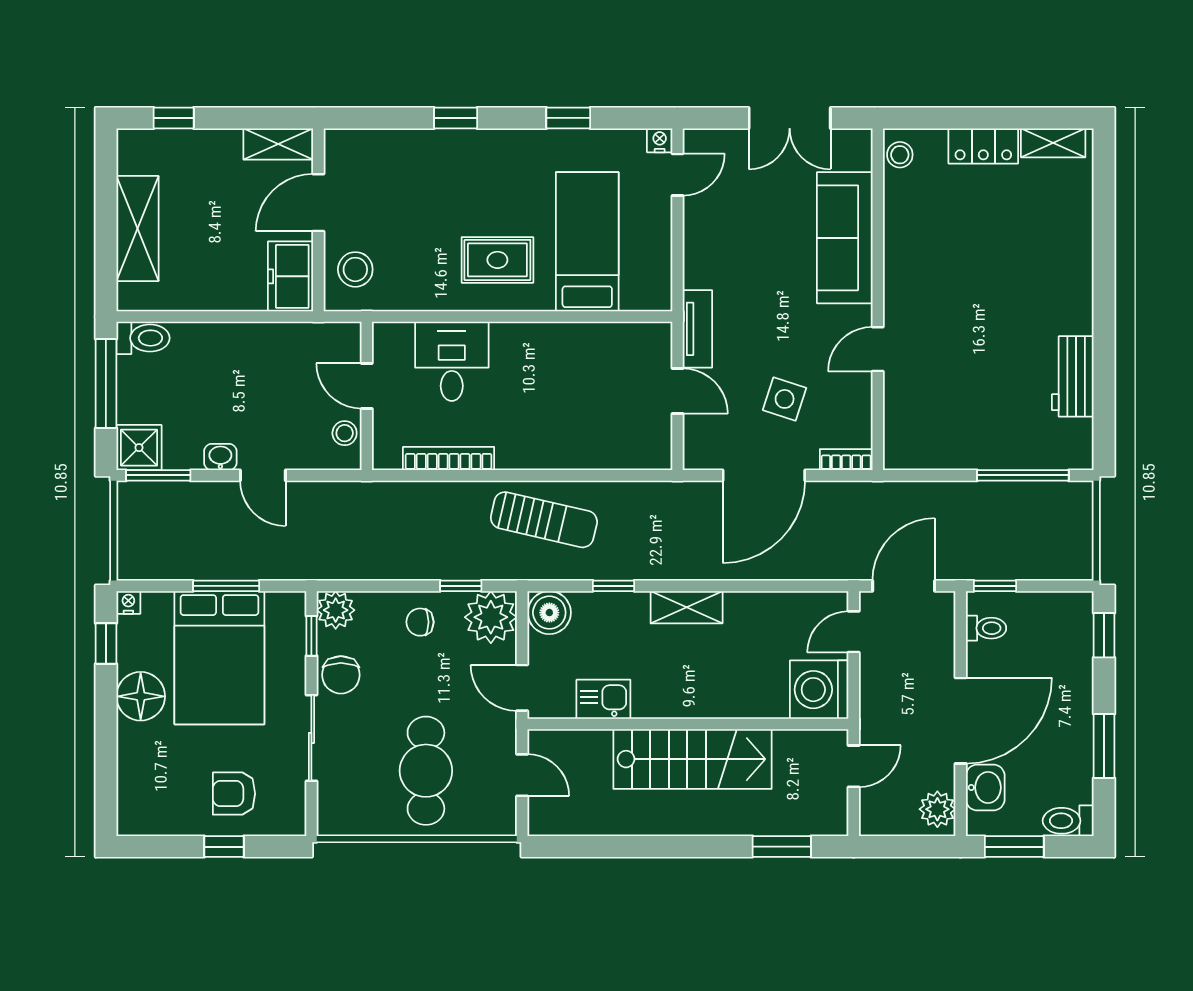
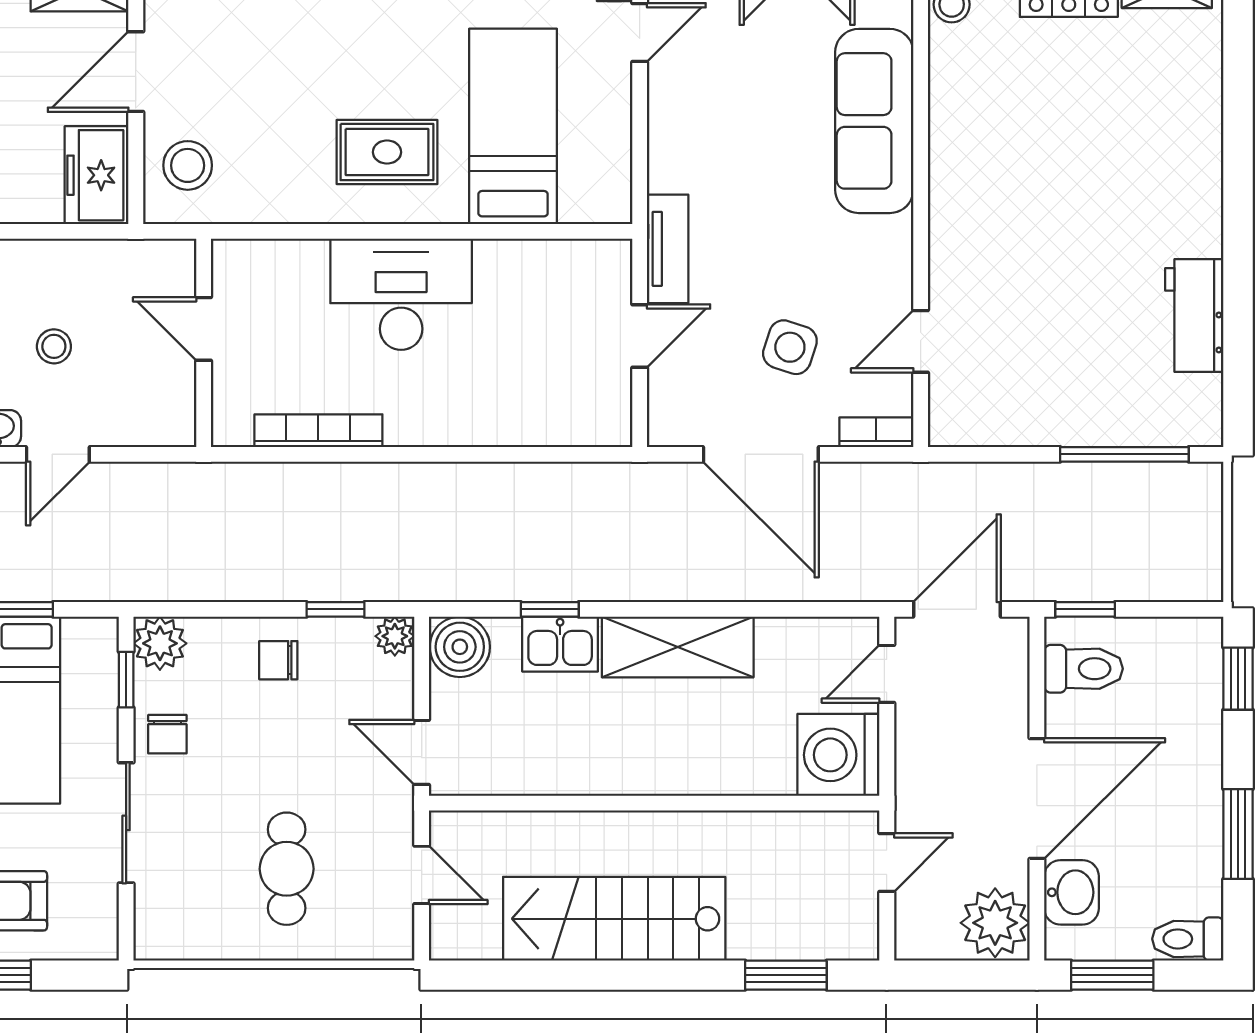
door: (878, 349) -> (921, 341), moved
desk: (452, 361) -> (401, 294), moved, width x1.37
door: (677, 391) -> (640, 336), hinge flipped
stool: (345, 433) -> (54, 346), moved
door: (263, 475) -> (58, 454), hinge flipped
door: (764, 475) -> (761, 454), hinge flipped
sun lounger: (544, 520) -> (452, 516), removed
shelving: (687, 607) -> (678, 647), width x1.50, depth x1.33
plant: (491, 617) -> (395, 636), width x0.53, depth x0.53
toilet: (986, 628) -> (1084, 669), width x1.37, depth x1.39
chair: (341, 675) -> (167, 734), width x0.73, depth x0.73
kitchen sink: (603, 699) -> (560, 644), moved, turned 180
stairs: (693, 759) -> (614, 919), moved, turned 180
cafe table: (426, 771) -> (287, 869), width x0.73, depth x0.74
plant: (937, 809) -> (995, 923), width x1.36, depth x1.36

